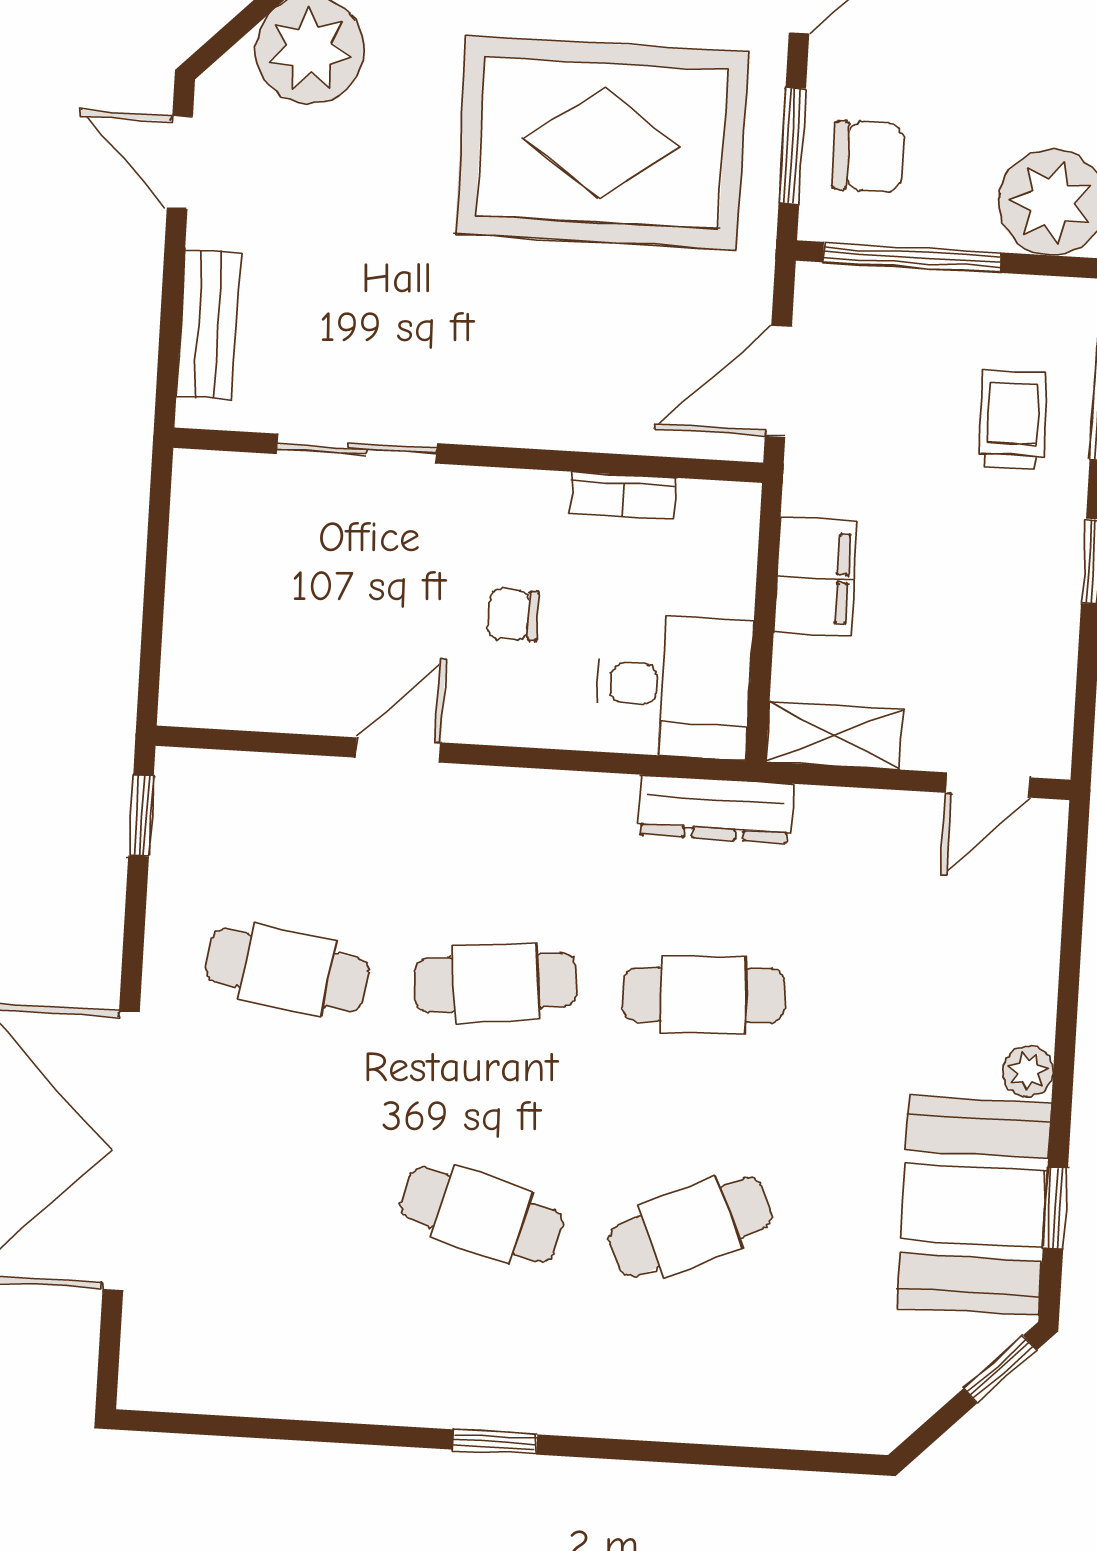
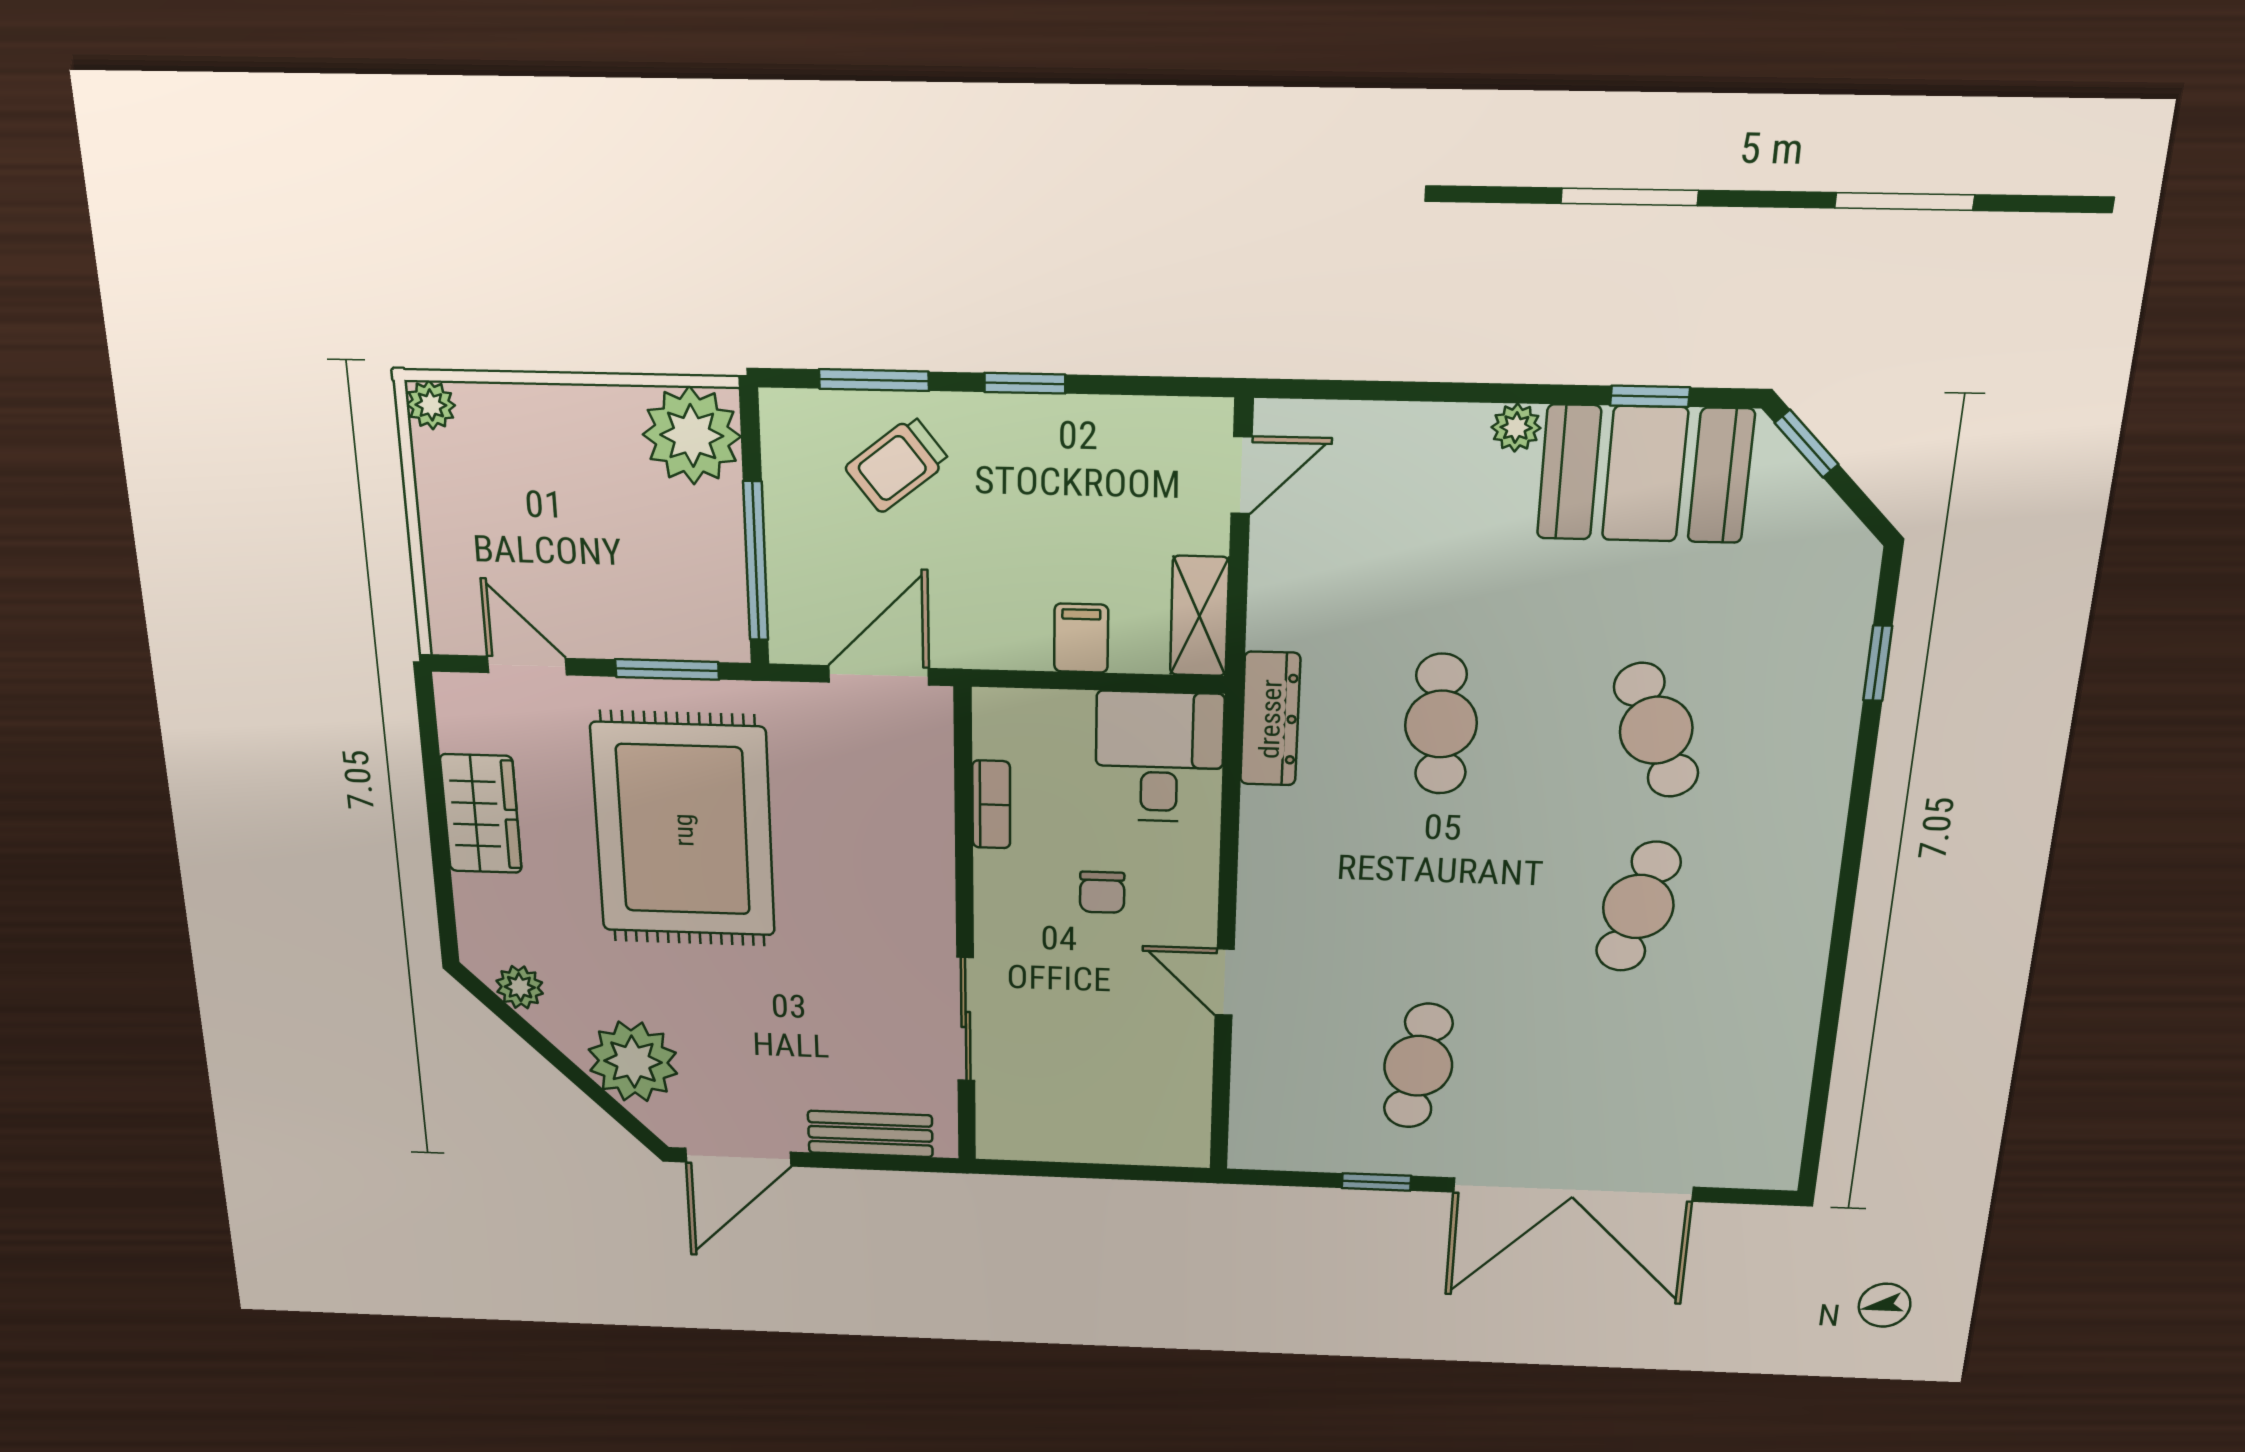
chair: (868, 157) -> (669, 603), removed
door: (180, 162) -> (738, 1157), width x1.38
door: (778, 381) -> (879, 675), swing flipped
trolley: (1013, 420) -> (897, 464), turned -37
filing cabinet: (816, 577) -> (1081, 638), width x0.50
door: (988, 785) -> (1242, 475), hinge flipped
window: (141, 816) -> (1376, 1182), moved
cafe table: (495, 983) -> (1429, 900), removed
window: (495, 1442) -> (1878, 663), moved

